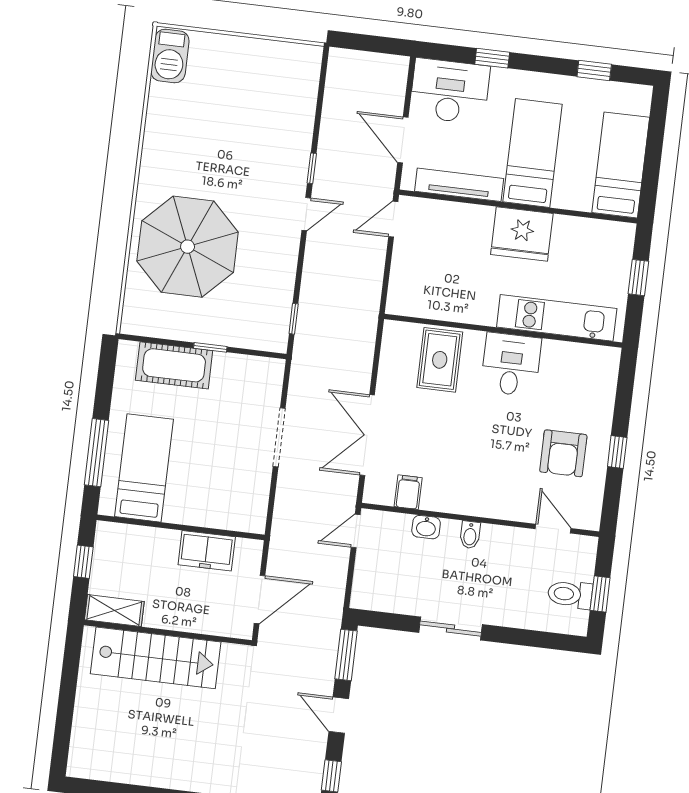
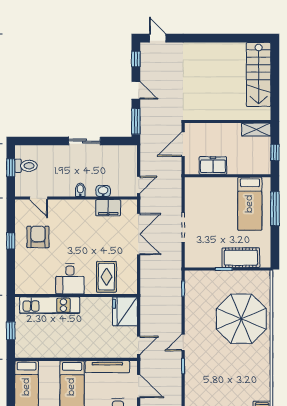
fridge: (522, 234) -> (125, 311), moved, turned -90
filing cabinet: (408, 492) -> (108, 208), width x2.00
stairs: (156, 658) -> (259, 74), moved, turned -90

